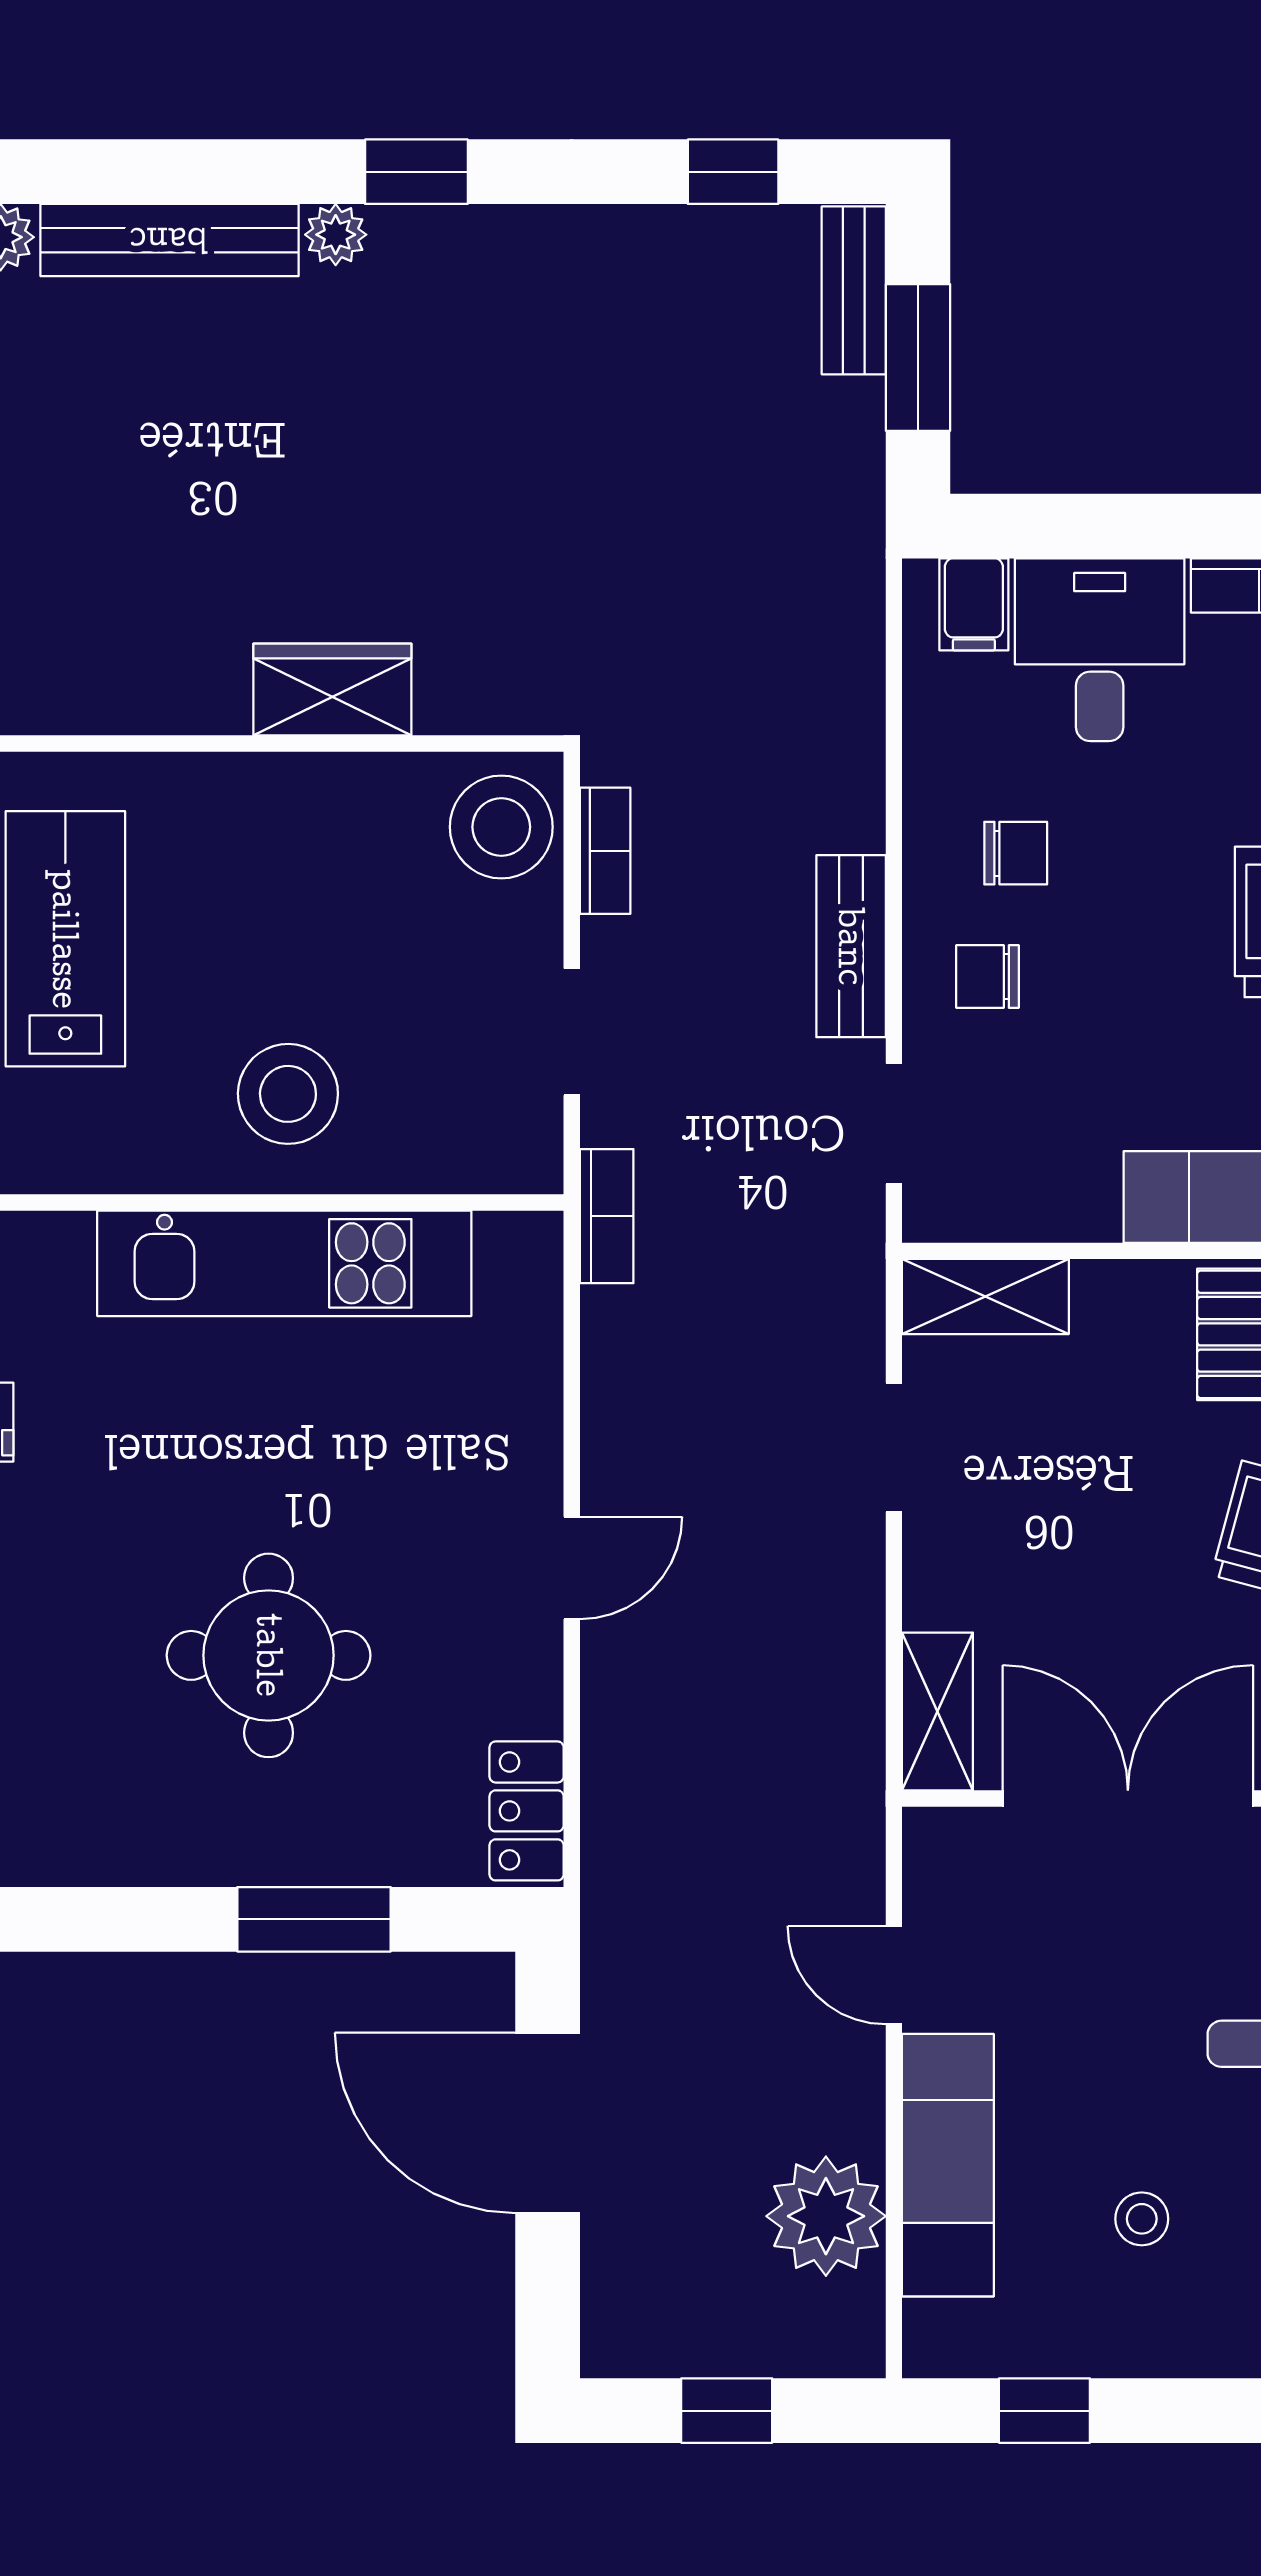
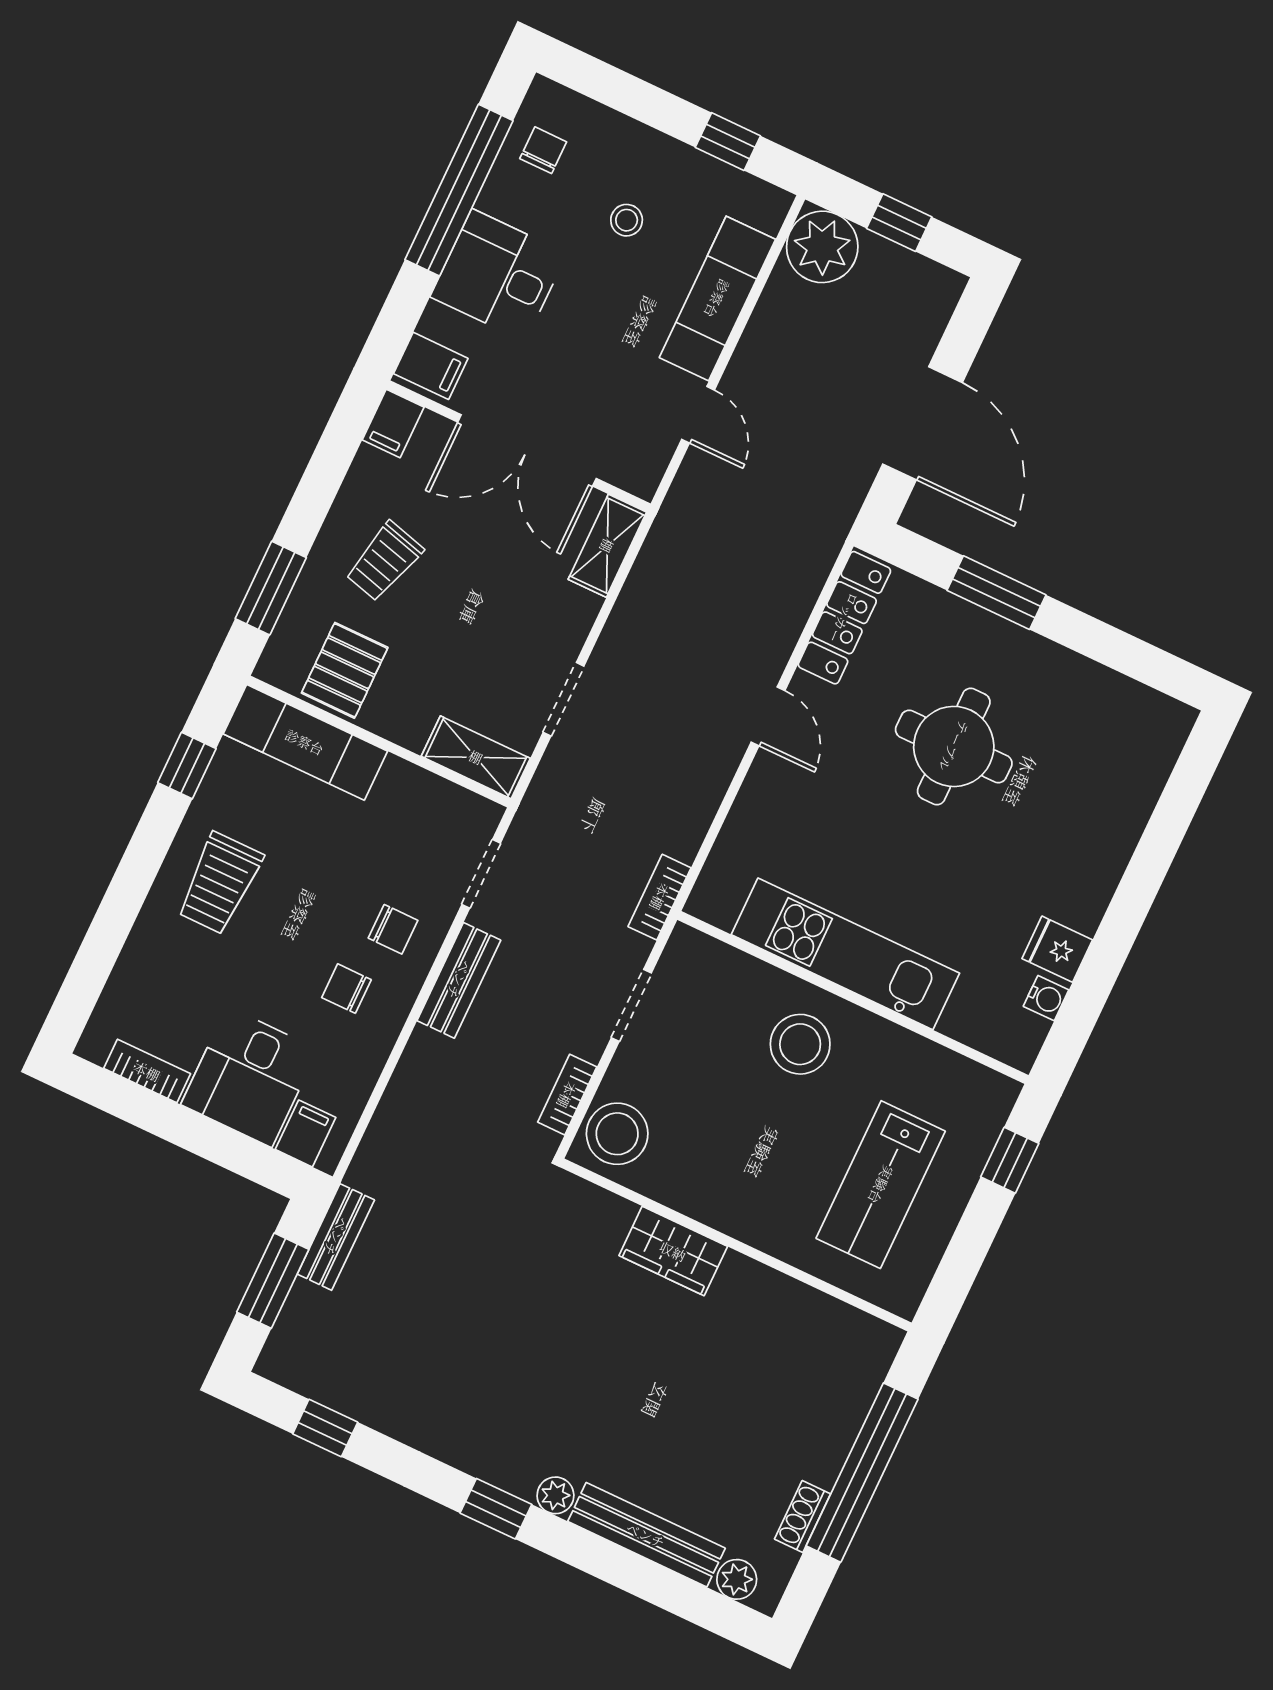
bench: (854, 290) -> (336, 1237), moved
door: (572, 1568) -> (768, 716), swing flipped
locker: (527, 1811) -> (844, 618), width x1.53
plant: (826, 2216) -> (822, 247), moved

